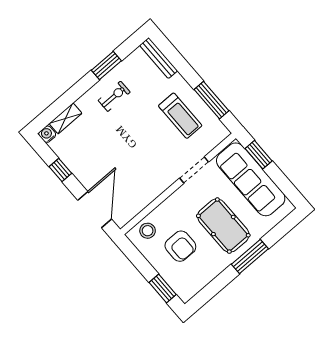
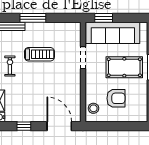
window: (211, 100) -> (33, 18), moved
treadmill: (180, 116) -> (39, 54), moved
window: (163, 288) -> (130, 126), removed

